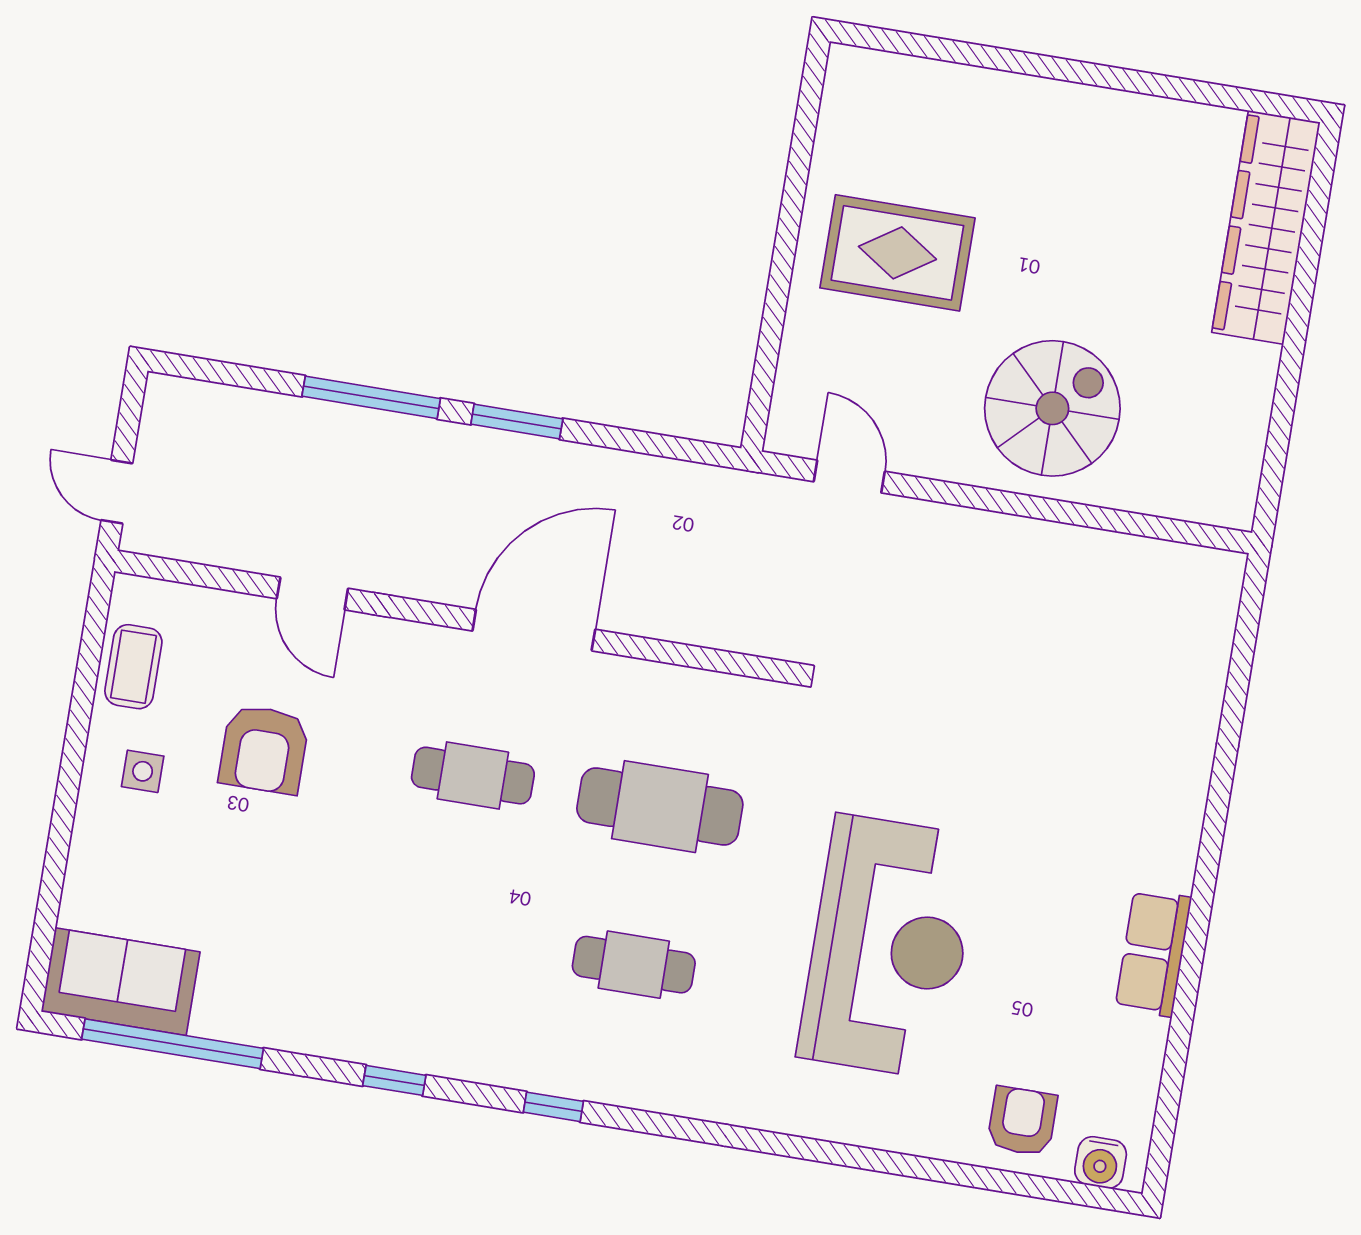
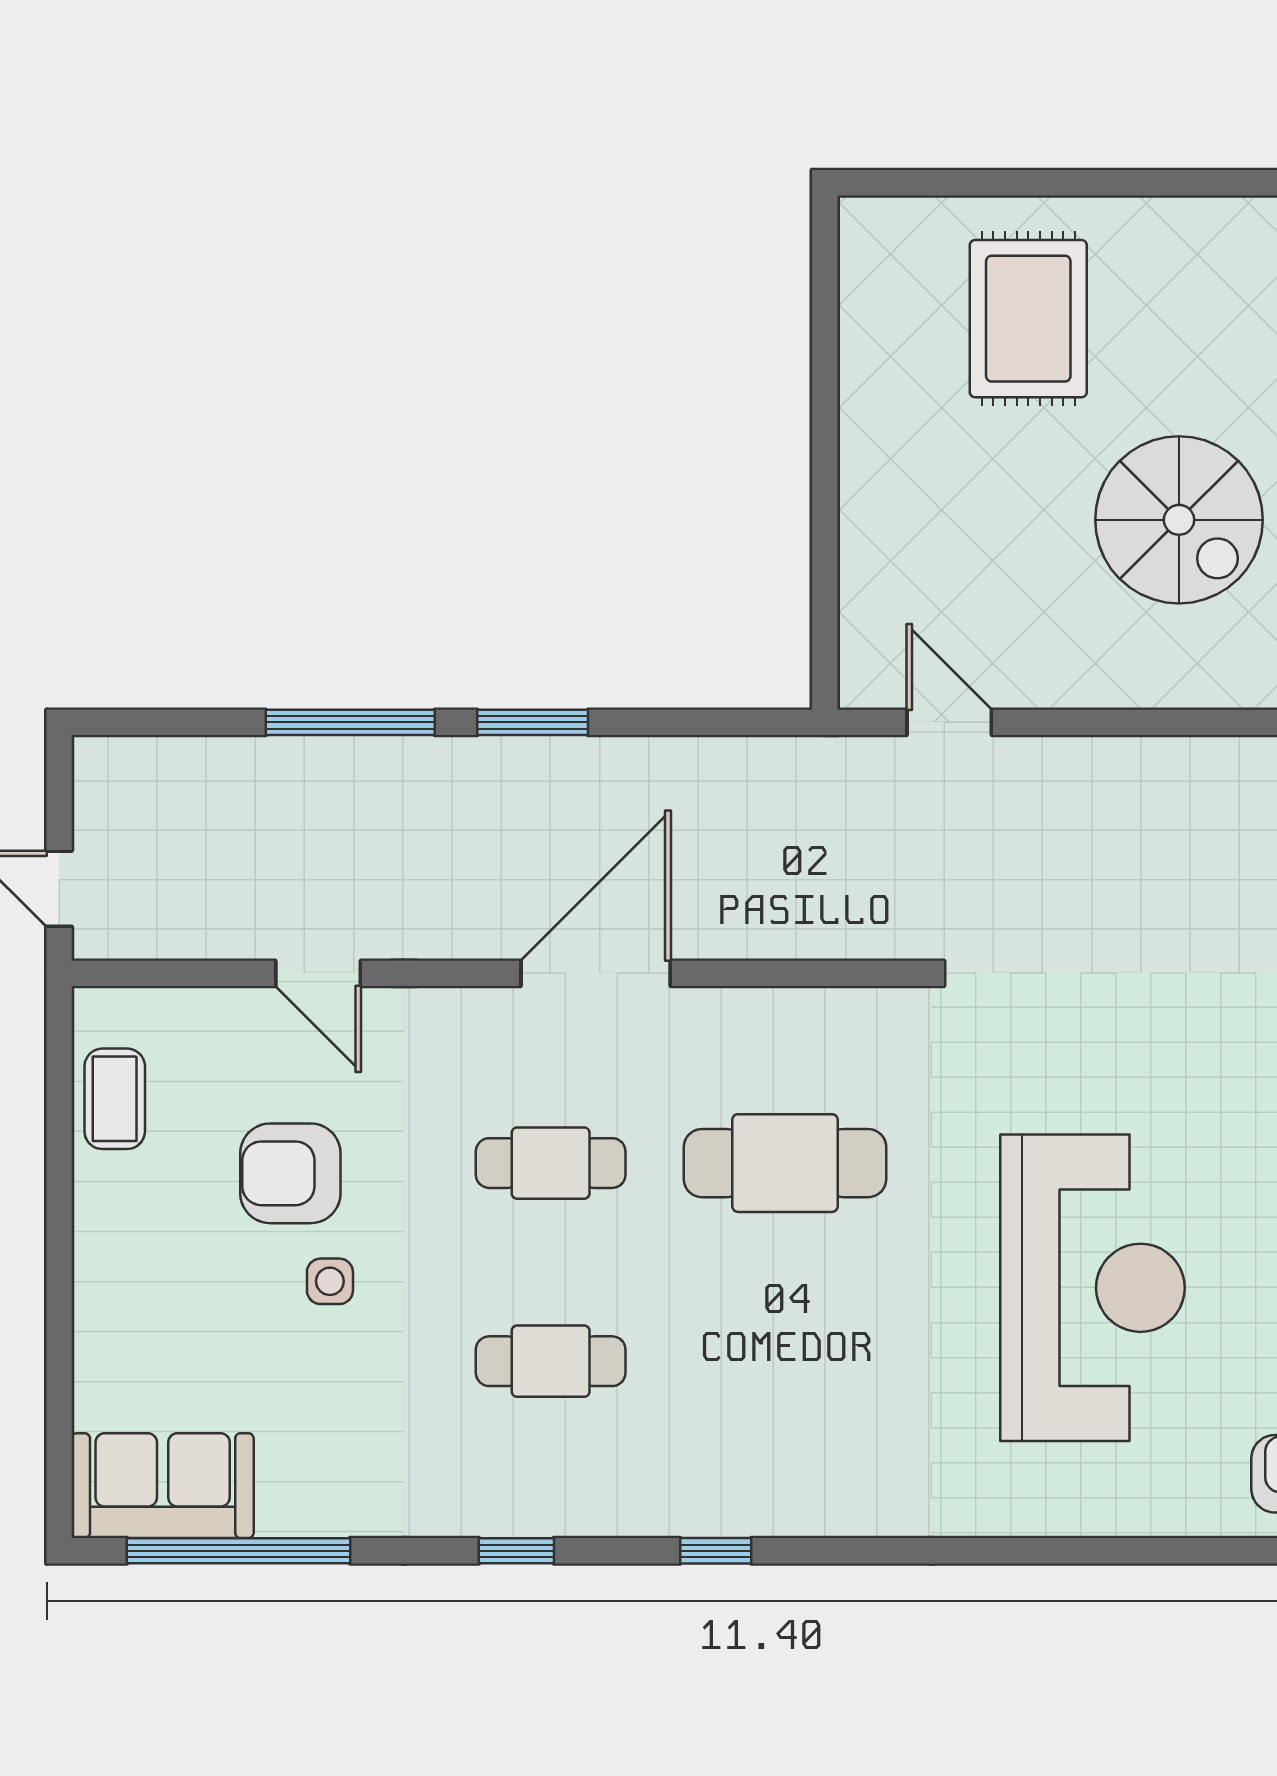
rug: (897, 253) -> (1028, 319), moved, turned 90
spiral stairs: (1052, 408) -> (1179, 520), moved, turned 90
armchair: (264, 749) -> (290, 1173), turned 90
side table: (143, 771) -> (330, 1281), moved
cafe table: (634, 965) -> (551, 1361), moved

